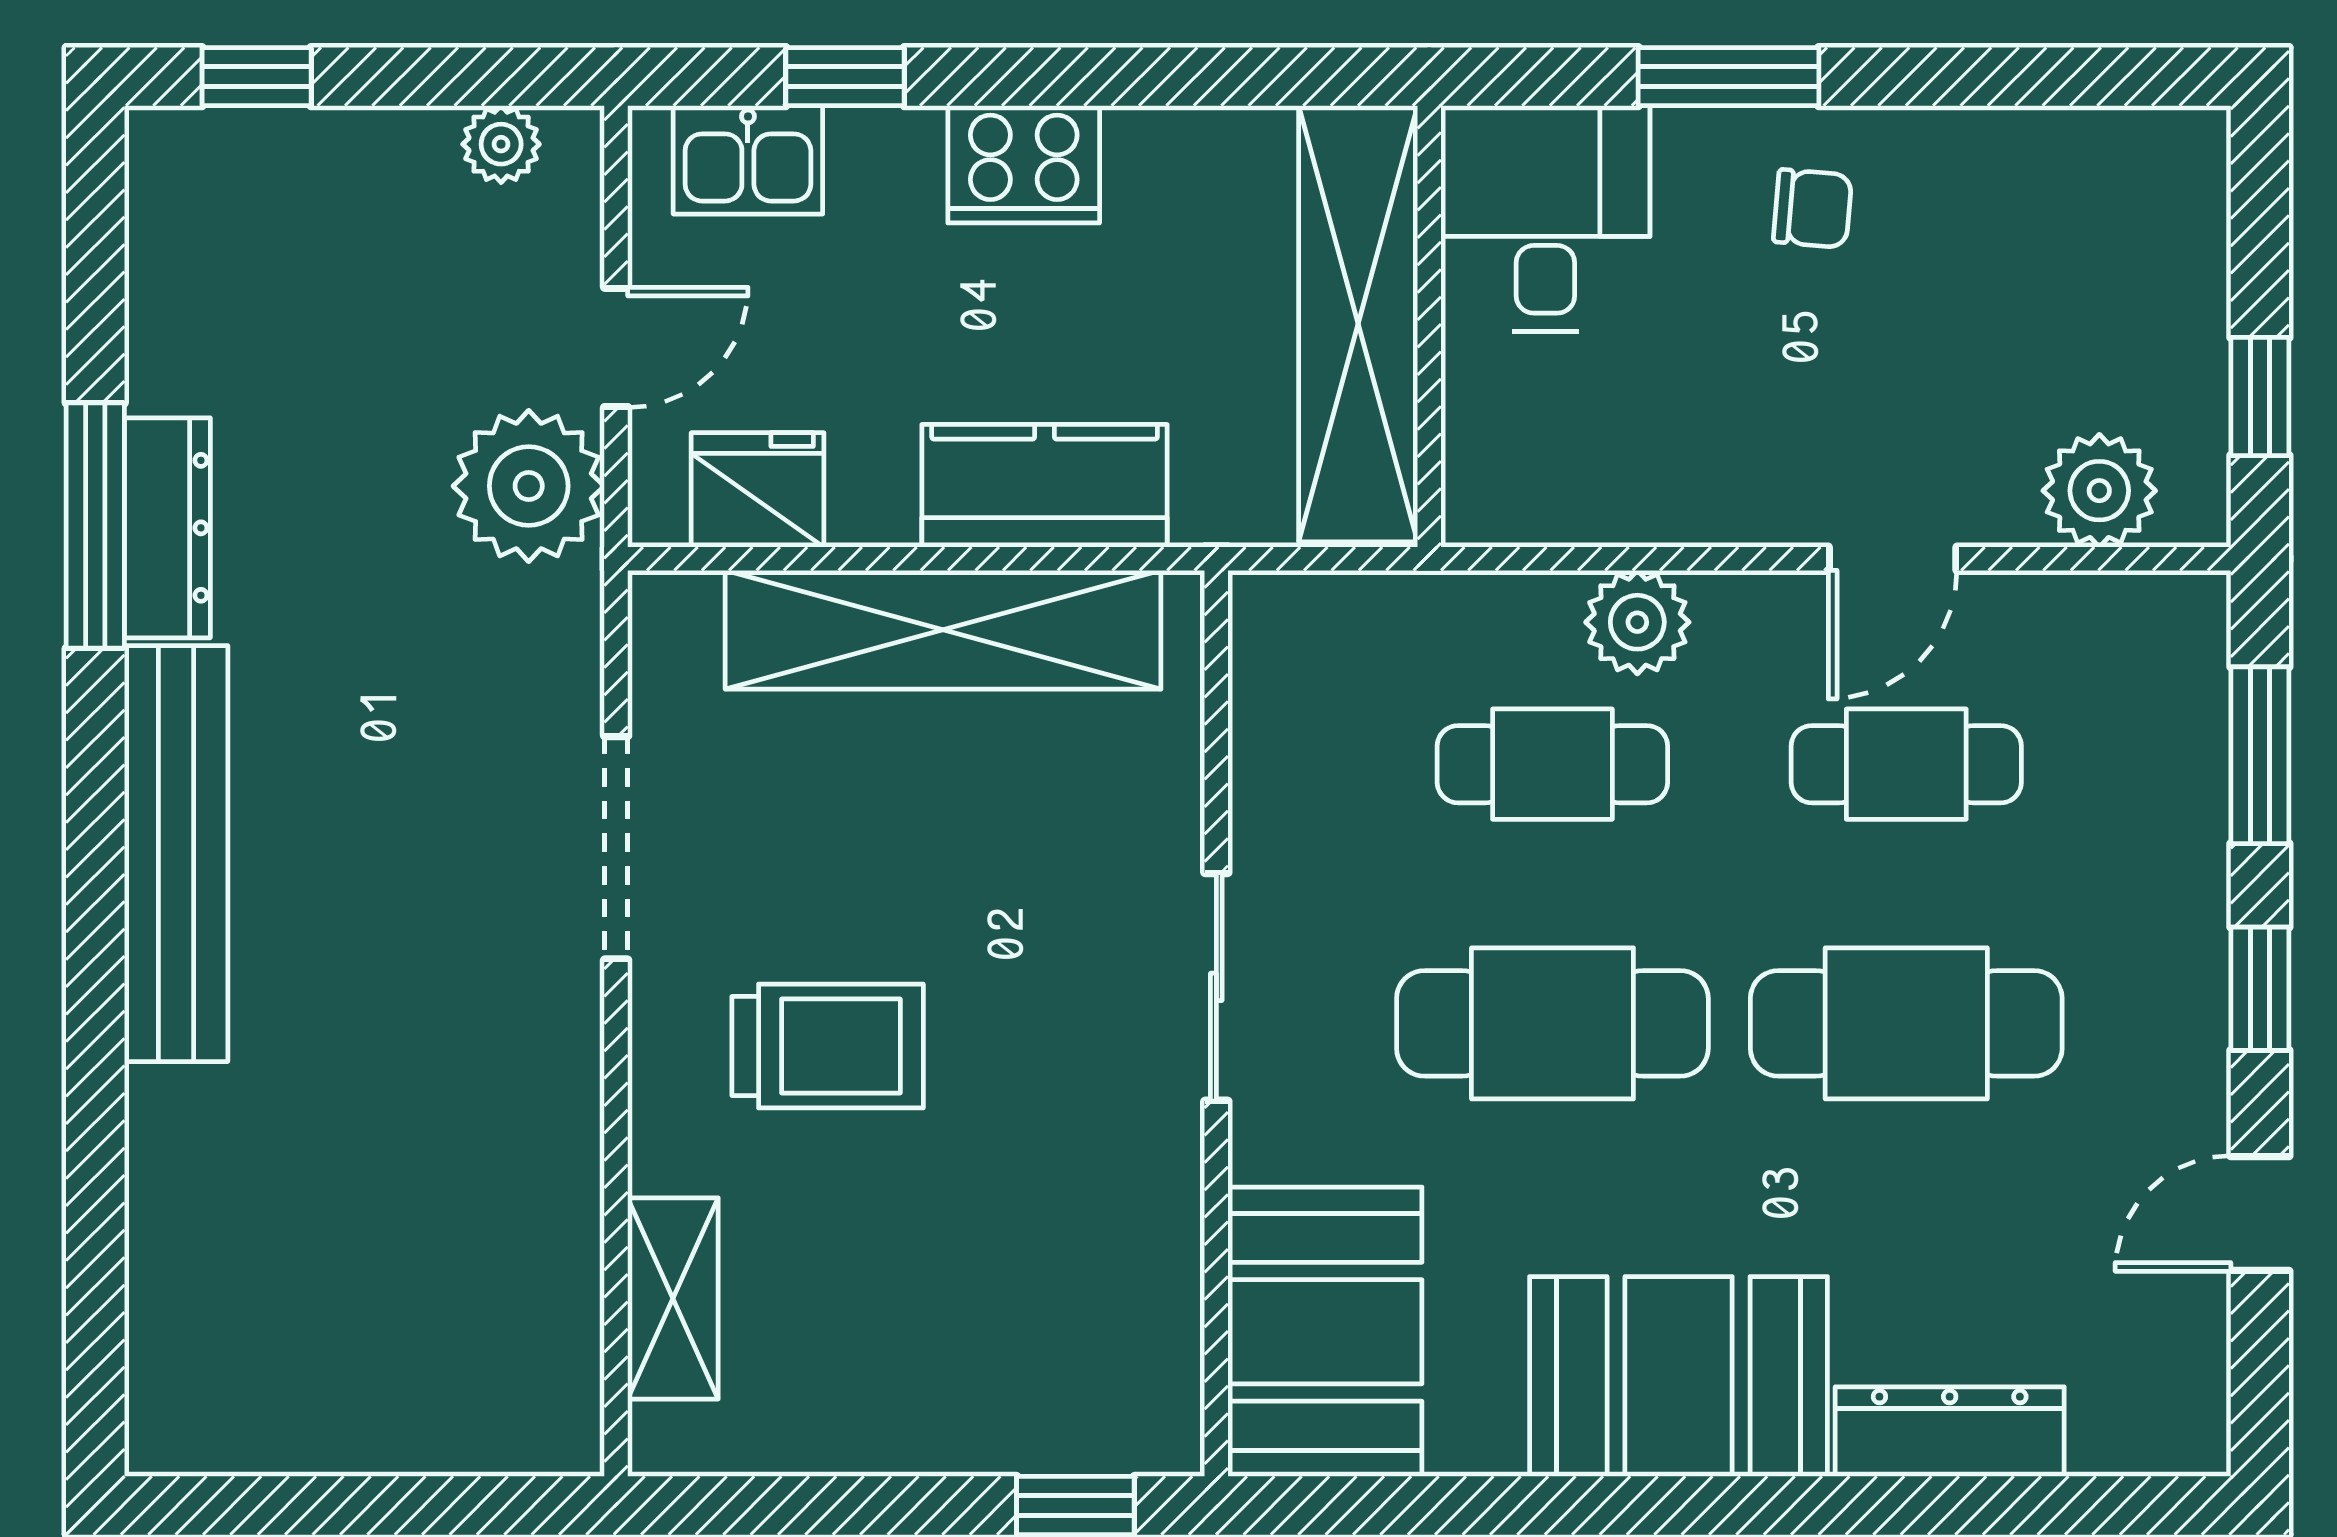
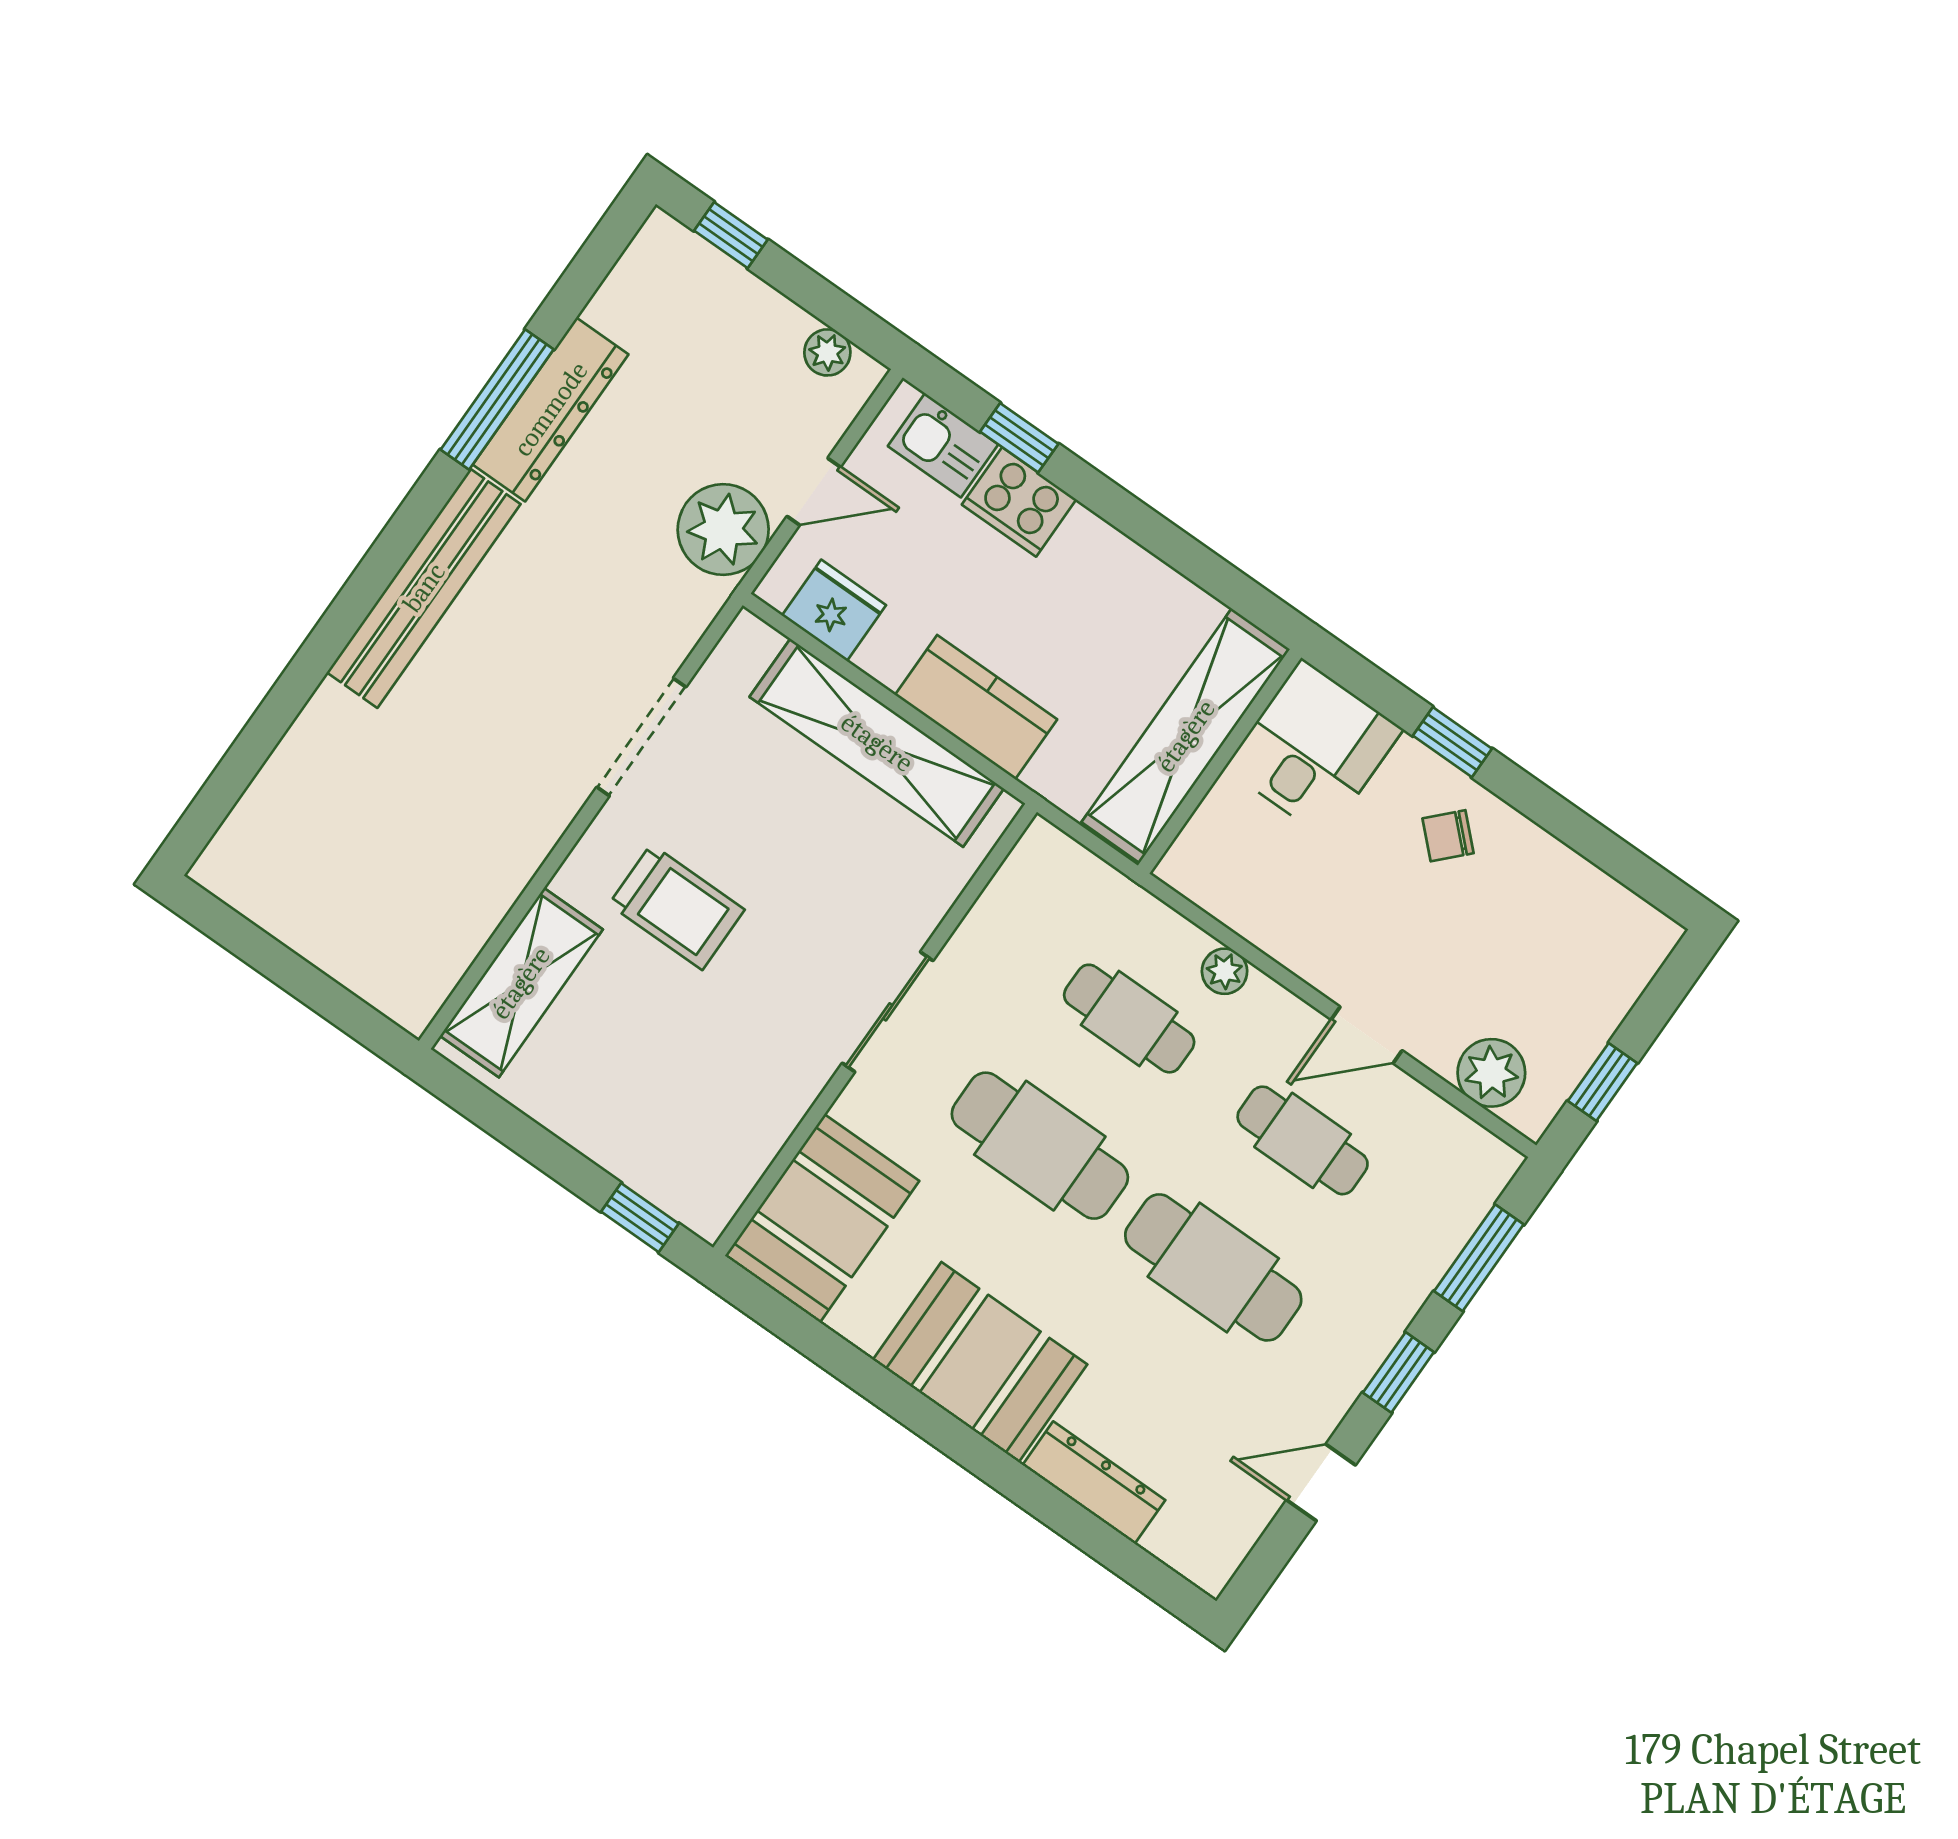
window: (1729, 77) -> (1452, 742), width x0.67
cooker: (1024, 164) -> (1019, 502), moved
chair: (1813, 209) -> (1448, 836), turned 129
dresser: (167, 528) -> (551, 409), width x1.37, depth x1.24
plant: (1637, 622) -> (1225, 971), width x0.73, depth x0.73
shelving: (673, 1298) -> (521, 983), width x1.50, depth x1.33

